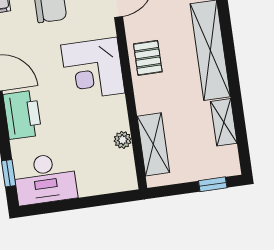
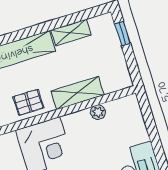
shelving: (153, 144) -> (77, 93), moved

